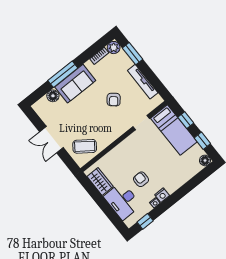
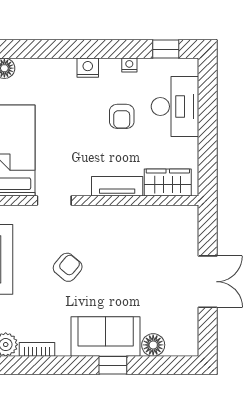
window: (63, 74) -> (113, 365), width x0.46
coffee table: (85, 146) -> (166, 232), removed
tv unit: (120, 149) -> (117, 186), added
wardrobe: (100, 182) -> (168, 182), moved, turned 90
nightstand: (162, 195) -> (88, 68), moved

